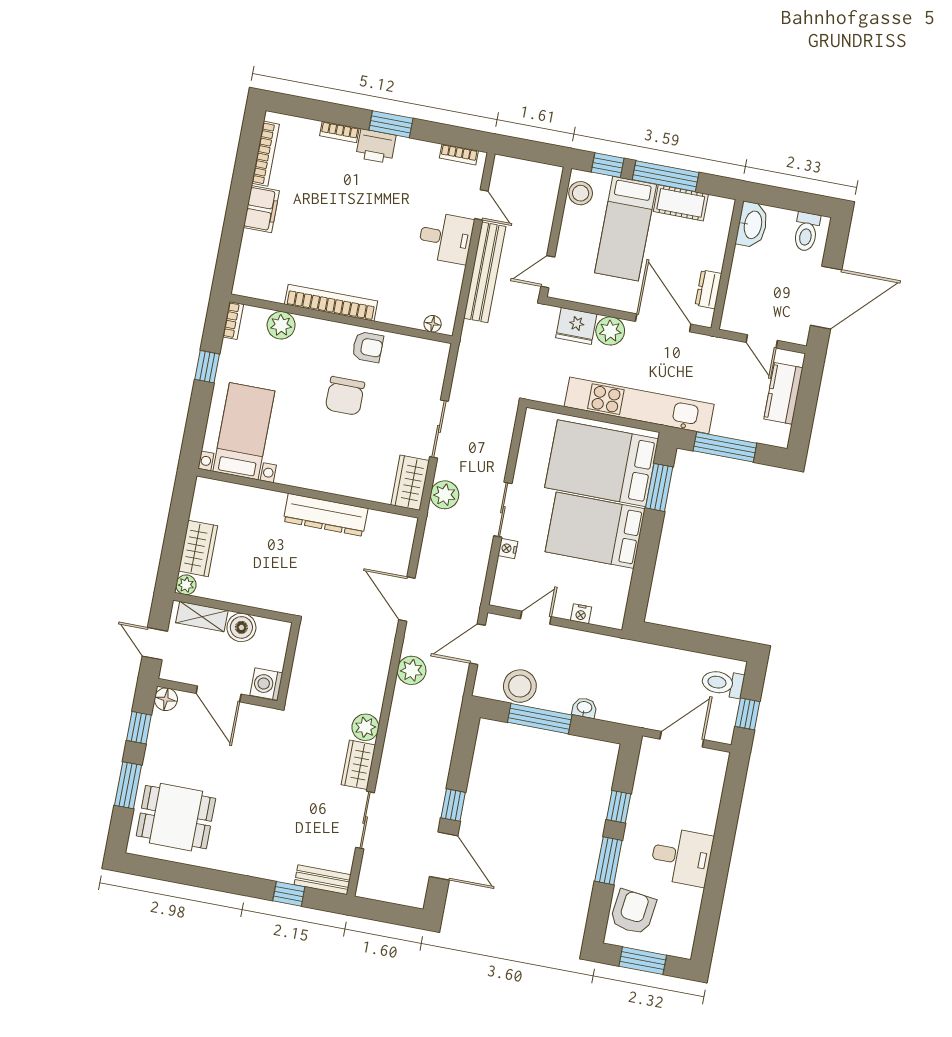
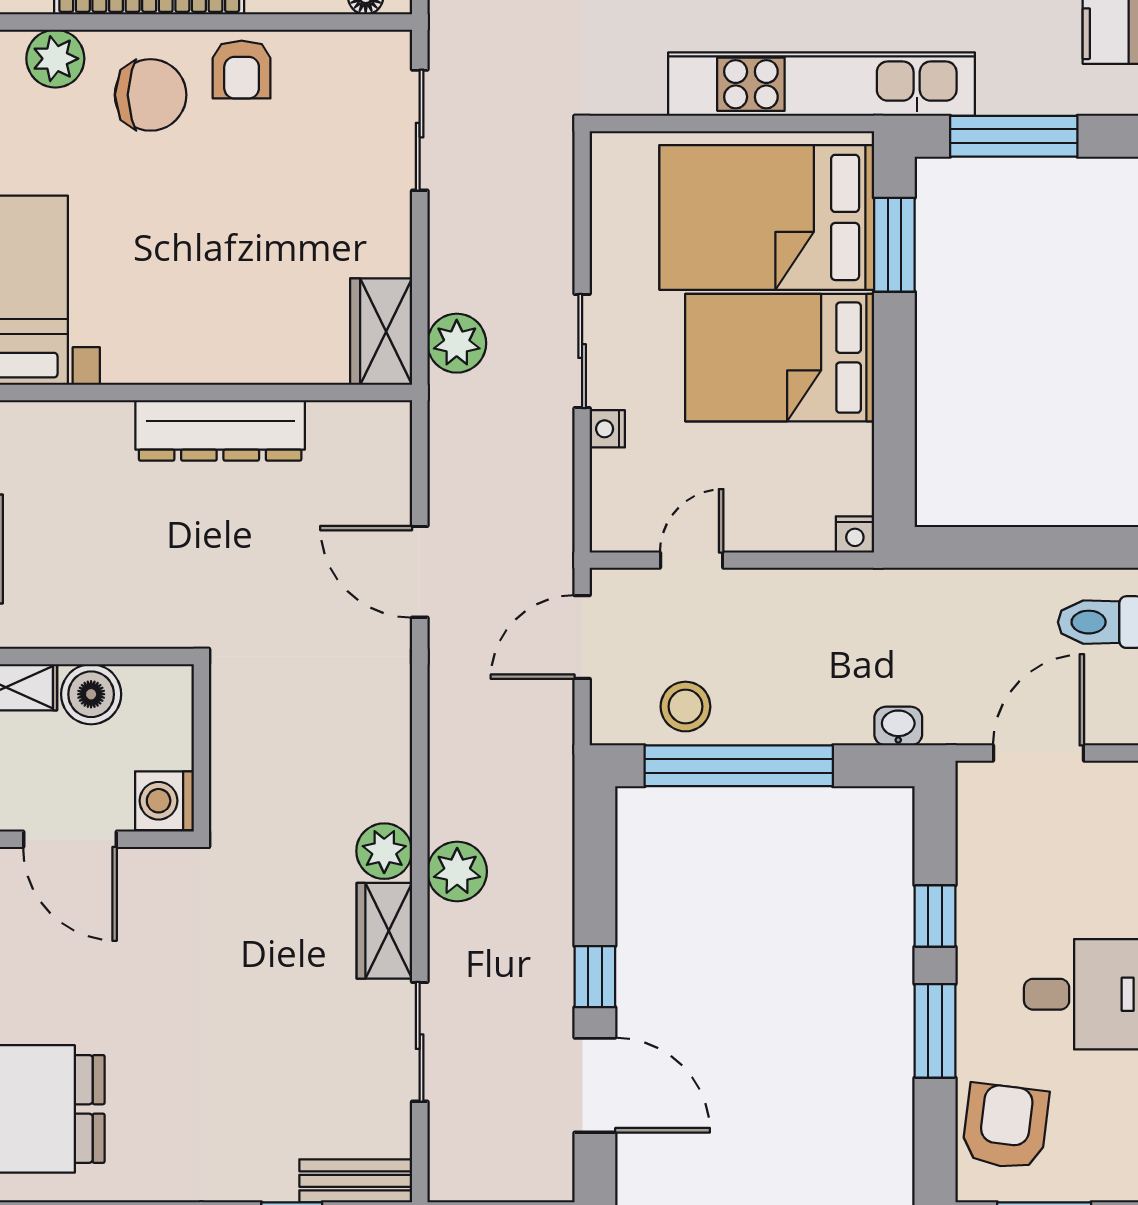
armchair: (368, 347) -> (242, 70), turned 90
chair: (345, 396) -> (151, 95), moved, turned -90
sliding door: (439, 429) -> (420, 130), moved
nightstand: (581, 614) -> (855, 534), moved
plant: (412, 670) -> (457, 872), moved
stool: (520, 686) -> (685, 707), width x0.73, depth x0.73
washbasin: (584, 708) -> (898, 726), moved
window: (540, 719) -> (739, 766), width x1.46

